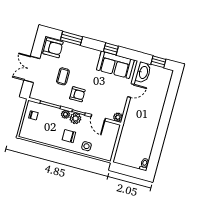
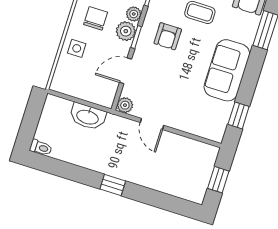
window: (111, 49) -> (239, 115), moved
sofa: (115, 65) -> (227, 70), moved
washbasin: (143, 72) -> (88, 117), moved
door: (131, 91) -> (152, 124), moved
window: (164, 122) -> (113, 185), added

